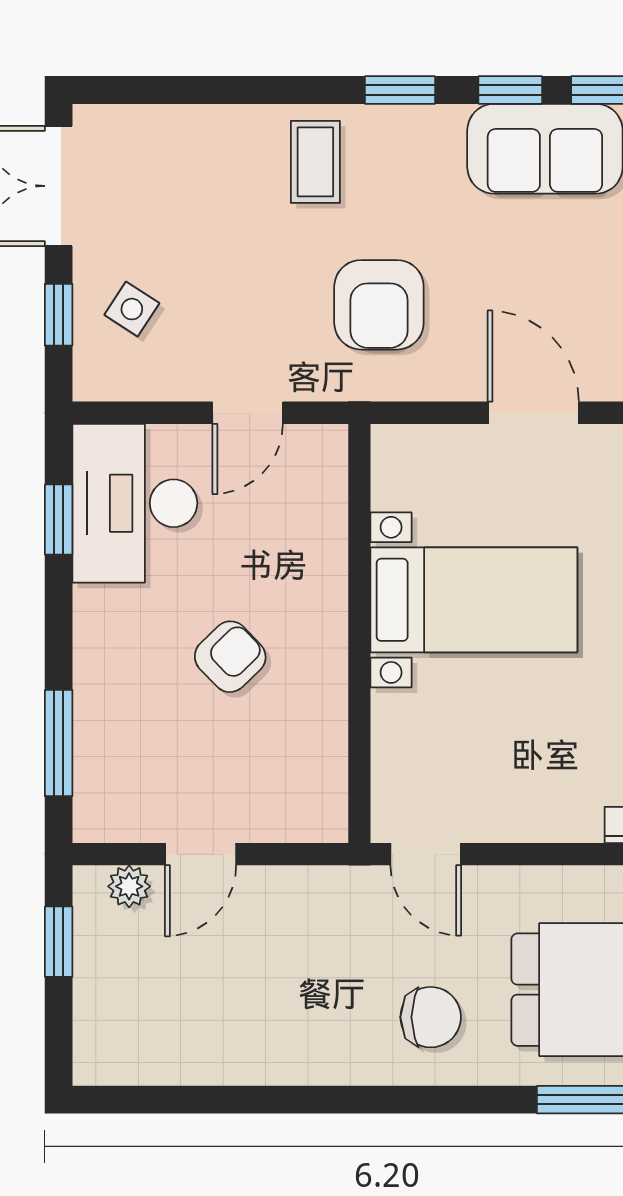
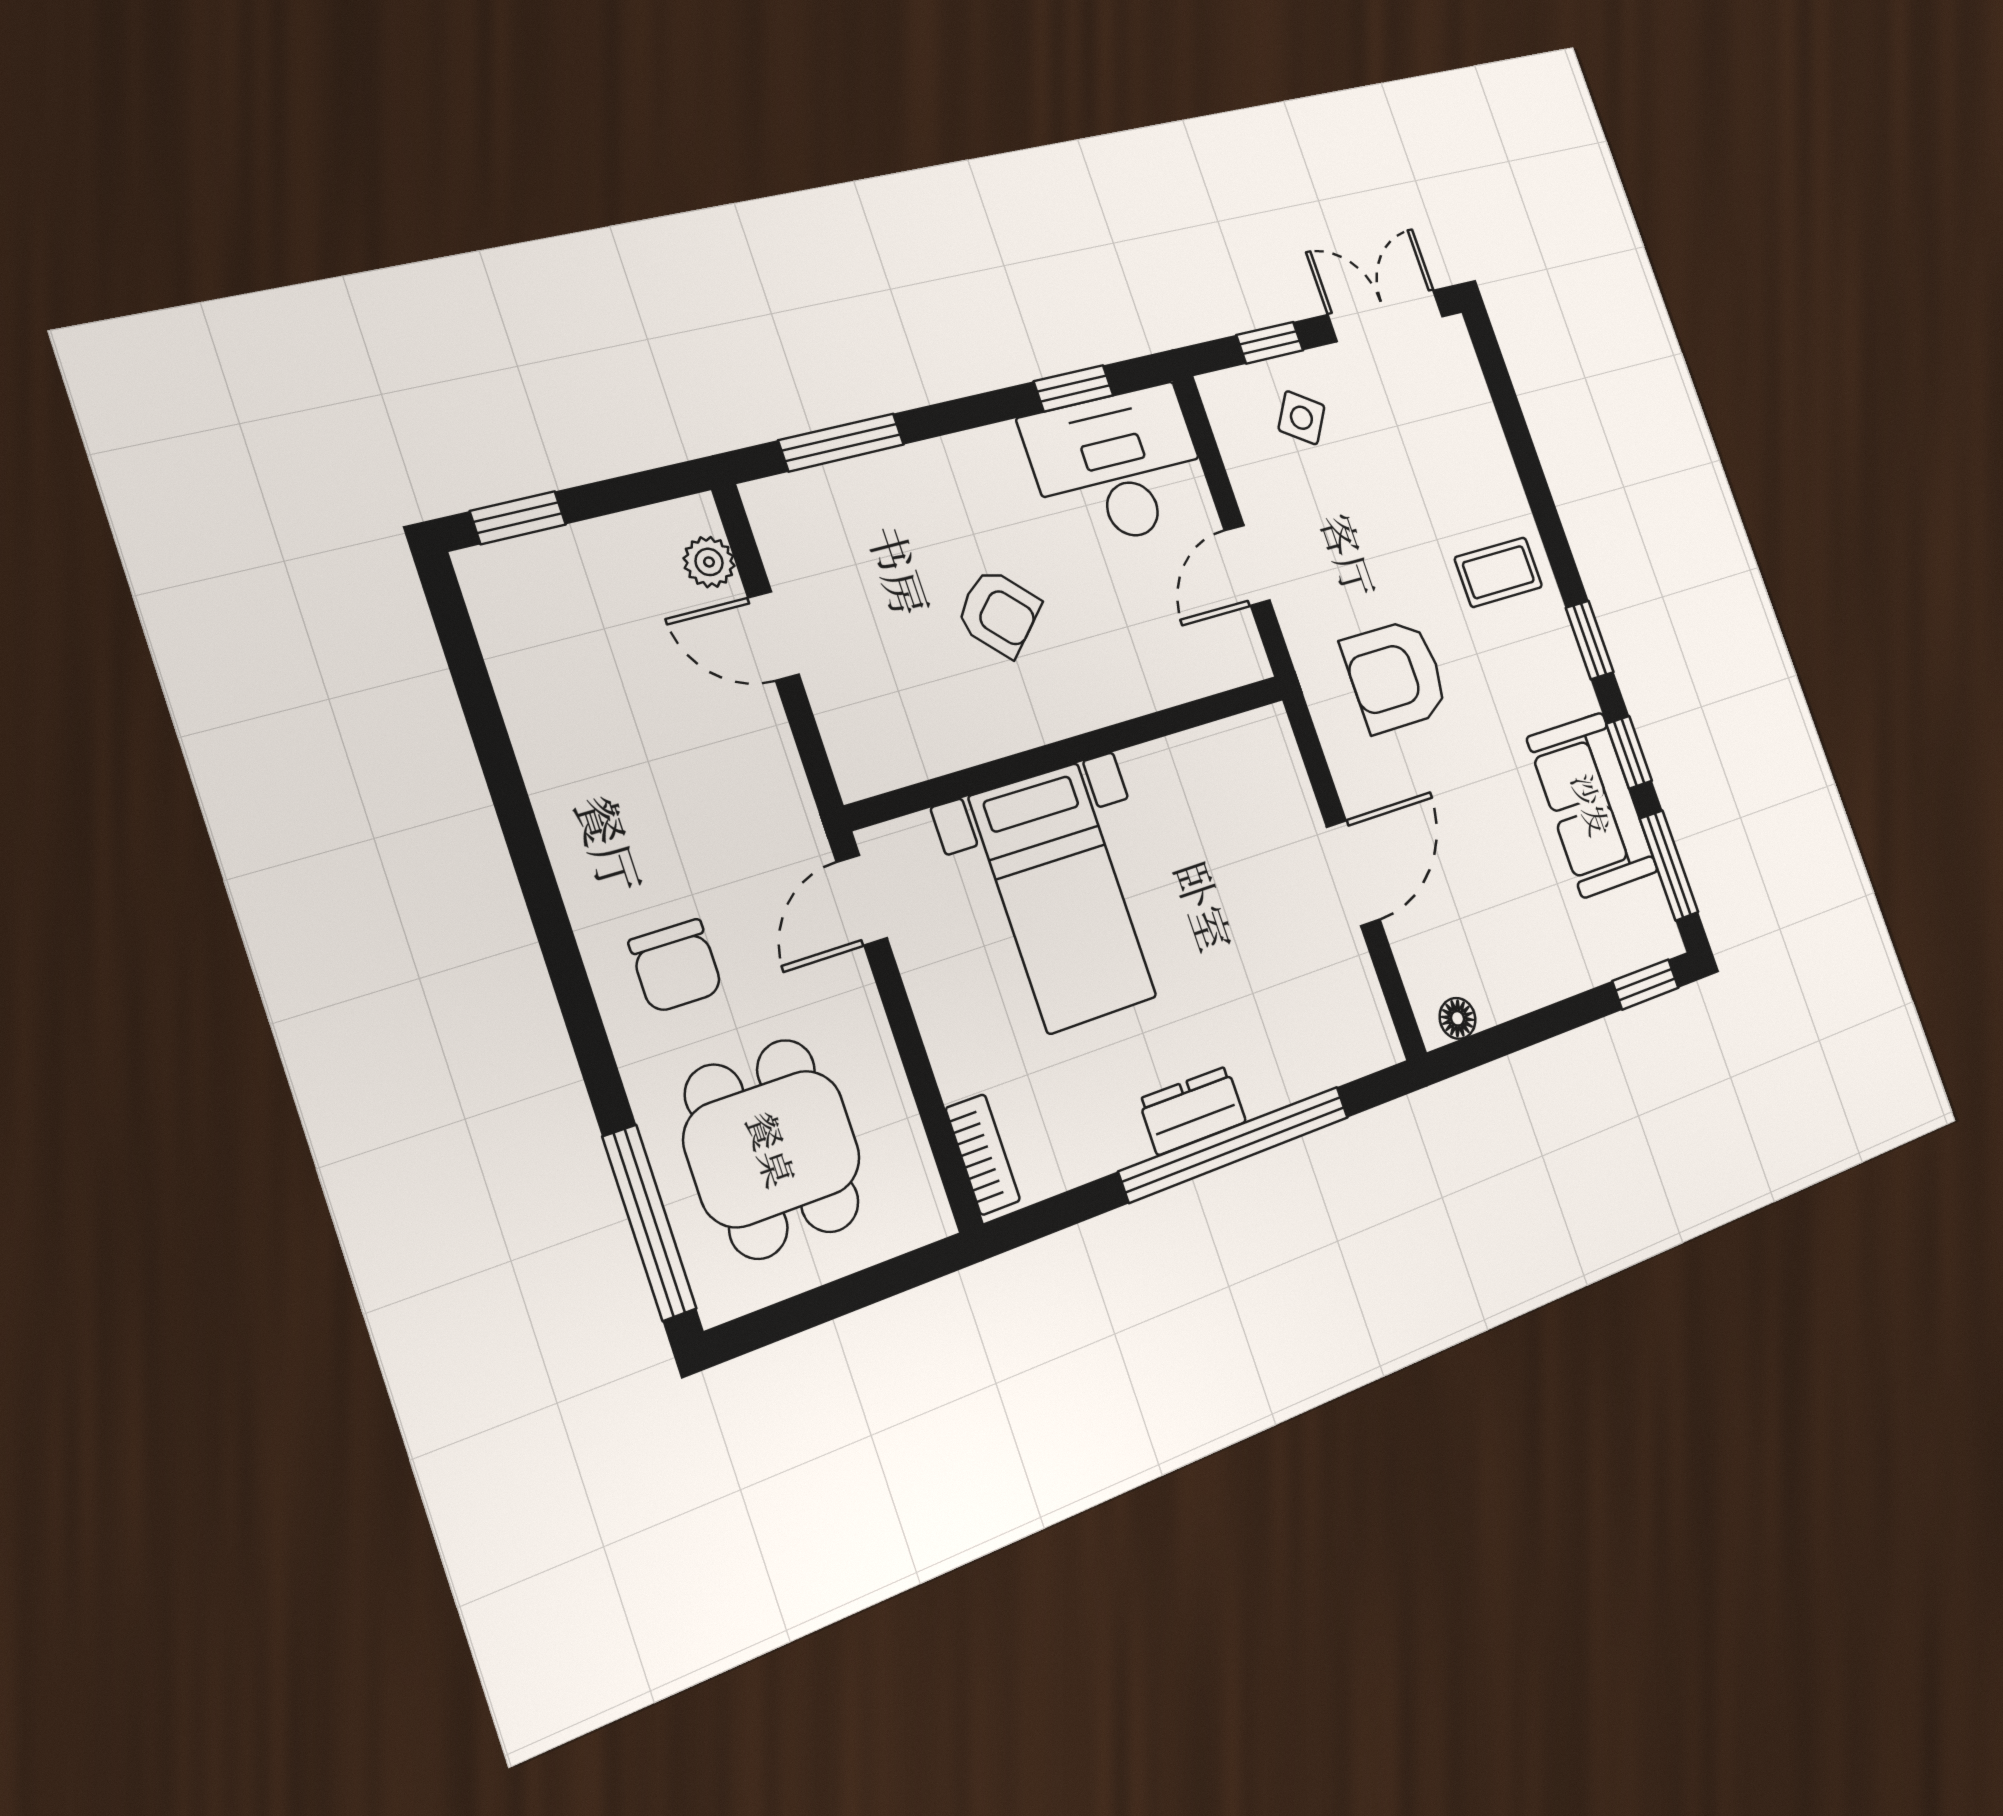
door: (248, 413) -> (1247, 565), hinge flipped
bed with nightstands: (474, 600) -> (1063, 897), moved
window: (59, 942) -> (518, 518), moved

